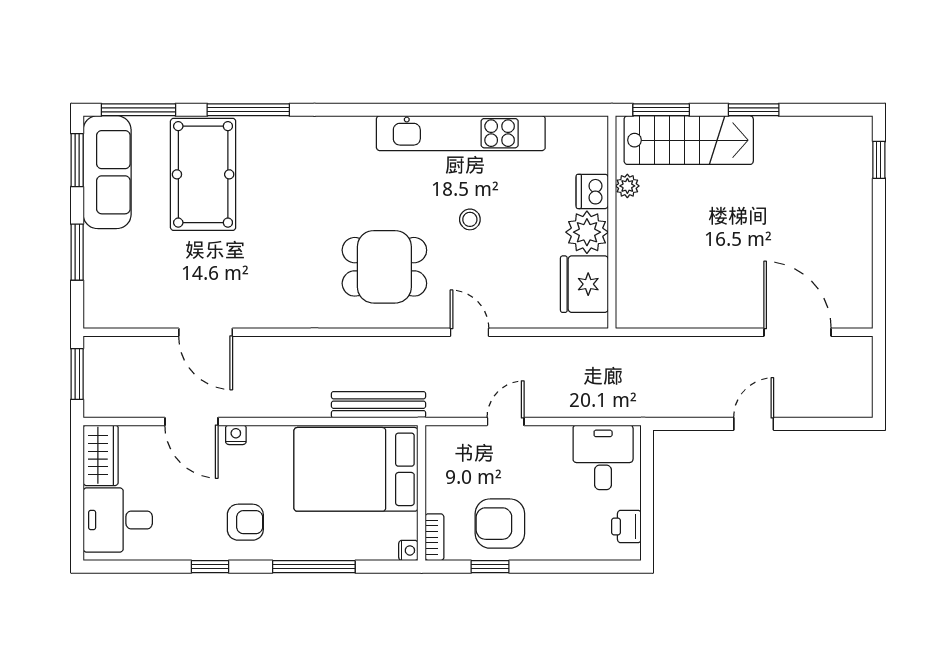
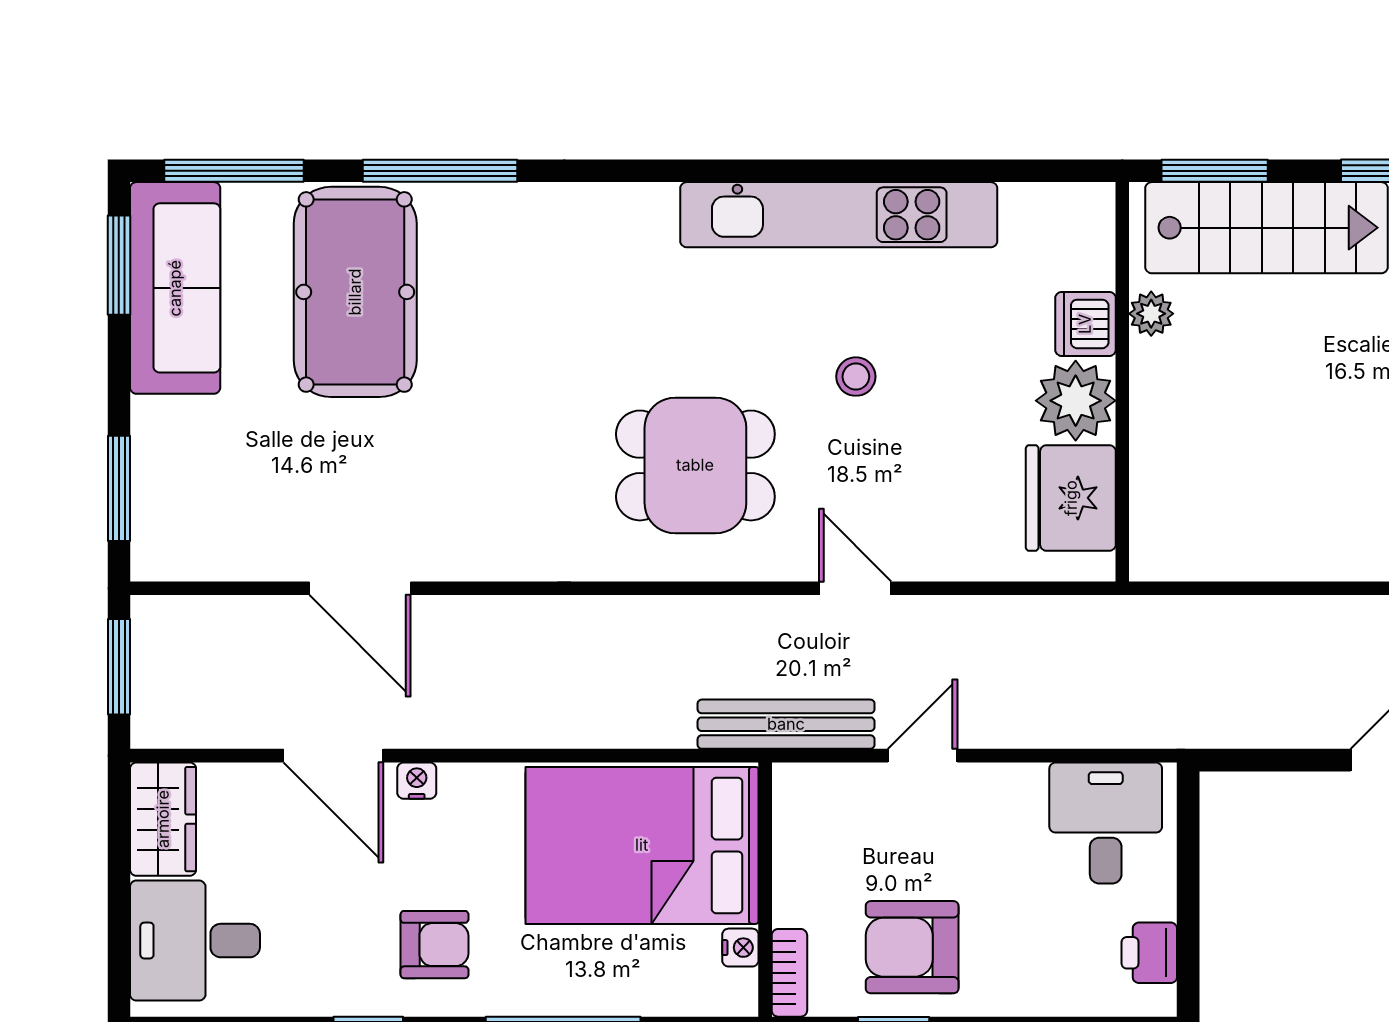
window: (77, 252) -> (119, 488), moved
bench: (378, 405) -> (786, 724), moved
nightstand: (408, 550) -> (740, 948), moved

